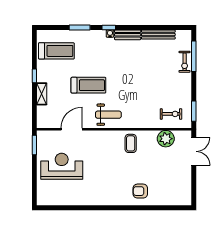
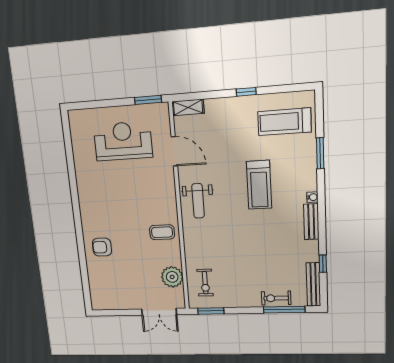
window: (109, 28) -> (323, 264), moved
bench: (158, 35) -> (313, 285), moved
treadmill: (56, 51) -> (284, 122), turned 90
treadmill: (88, 85) -> (259, 185), moved
shelving: (42, 94) -> (188, 107), moved
reception desk: (62, 166) -> (123, 141), turned -90
armchair: (140, 191) -> (102, 247), turned -90

